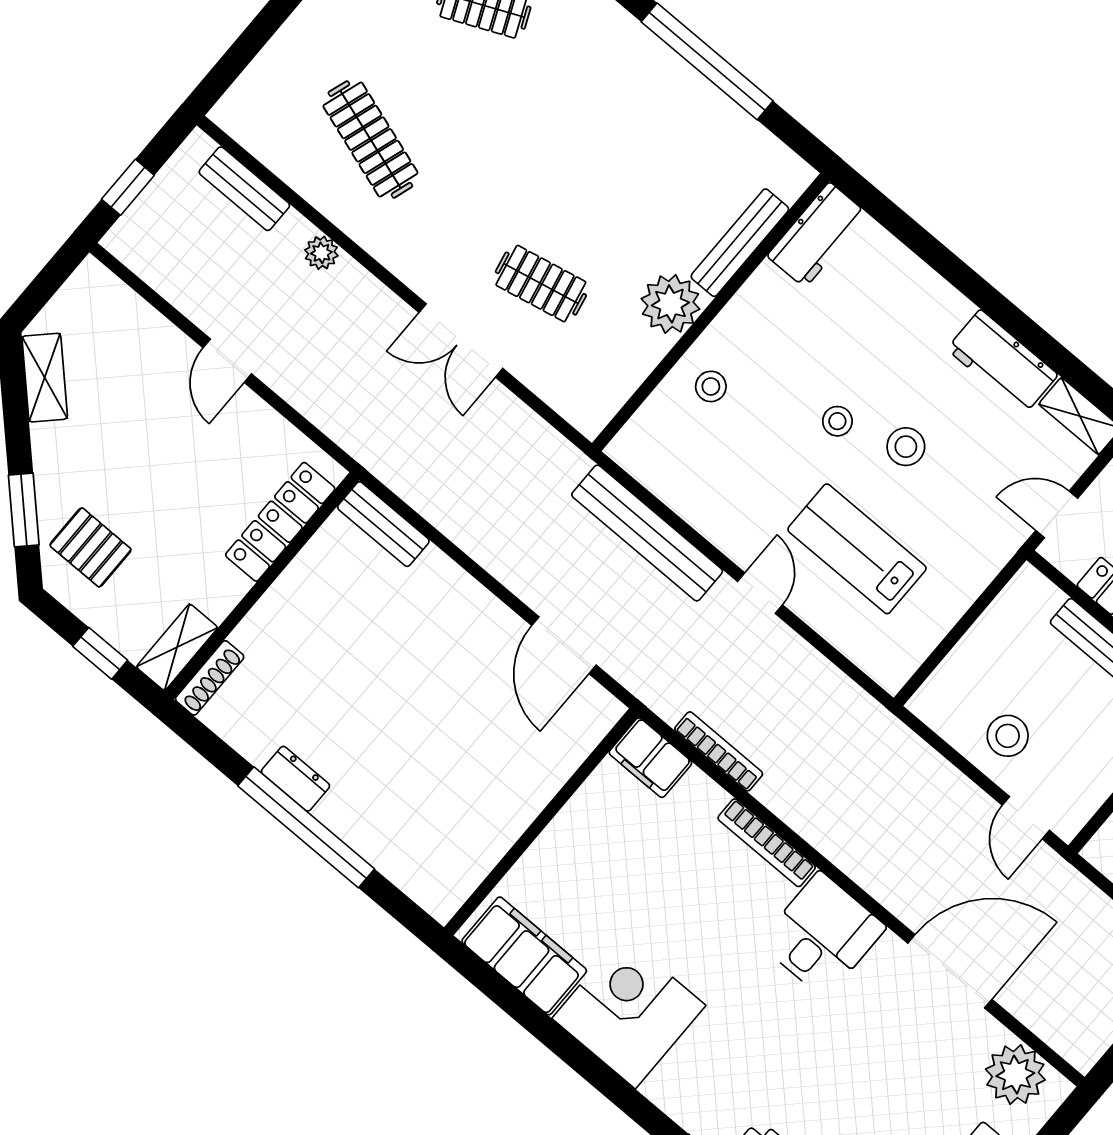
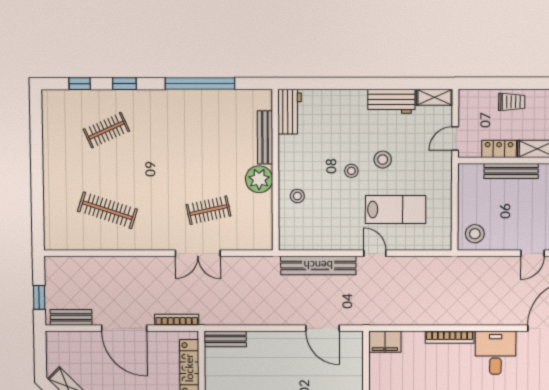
bench: (244, 189) -> (71, 317), moved
plant: (321, 253) -> (124, 264), removed
door: (227, 361) -> (124, 328), width x1.88
lab bench: (857, 549) -> (396, 209), turned 180
stool: (1008, 736) -> (475, 234), moved
bookcase: (719, 751) -> (177, 320), moved
door: (1026, 818) -> (533, 253), hinge flipped

